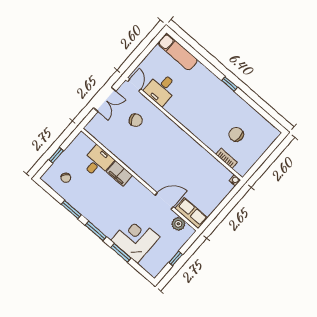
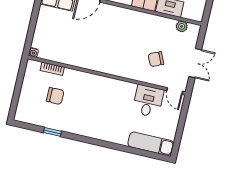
window: (230, 84) -> (52, 132), moved
double door: (105, 99) -> (195, 63), swing flipped
plant: (100, 136) -> (182, 26), added

